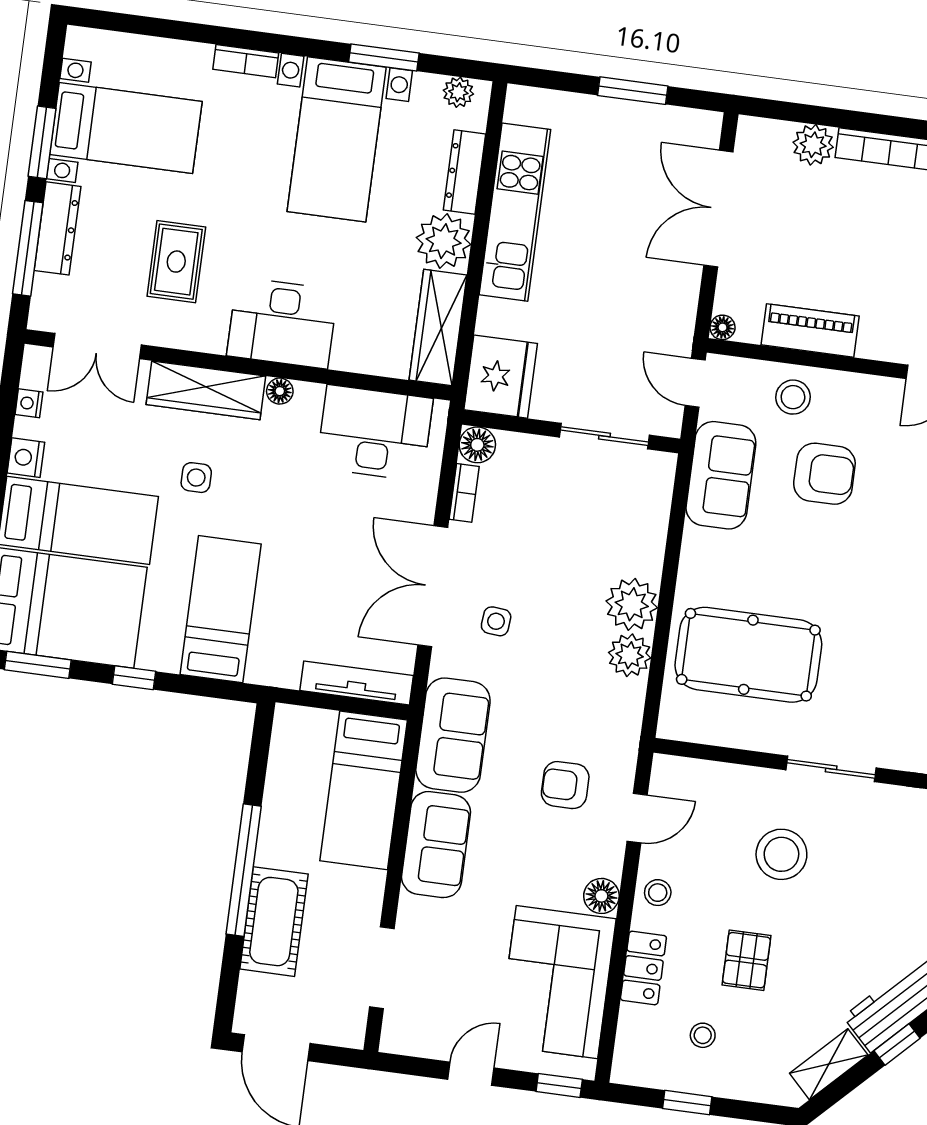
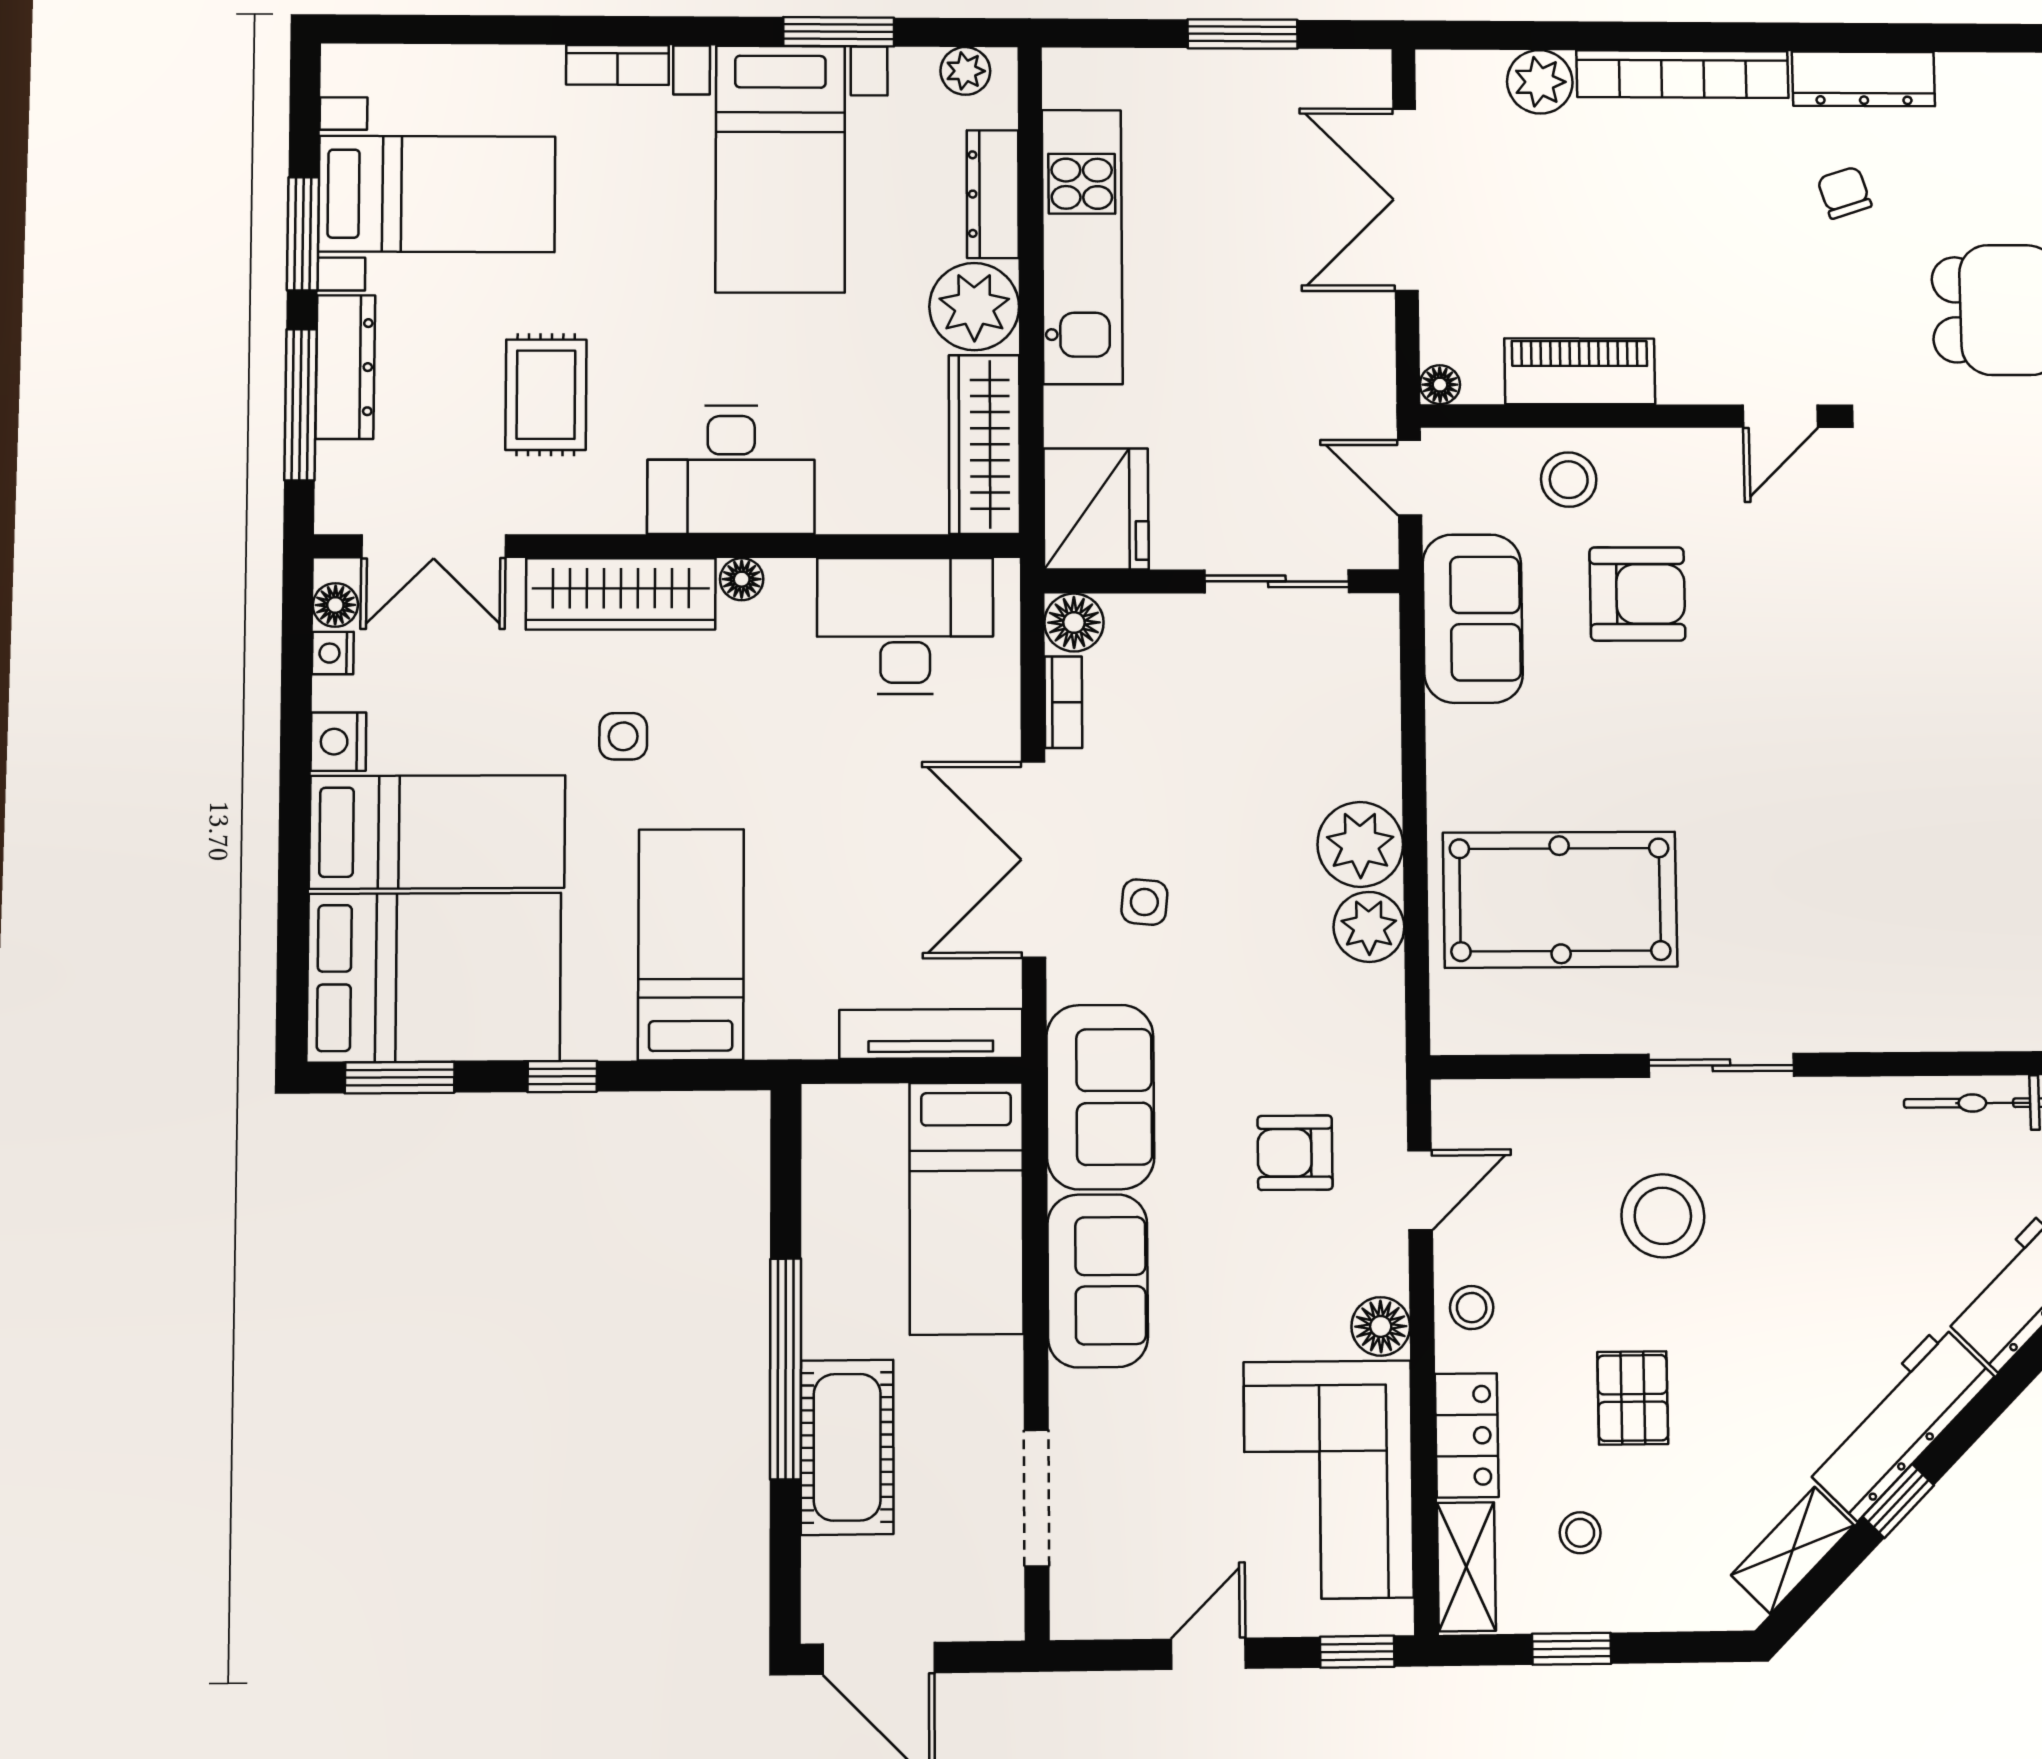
floor lamp: (34, 374) -> (335, 605), added
shelving: (632, 1045) -> (1466, 1567), added

